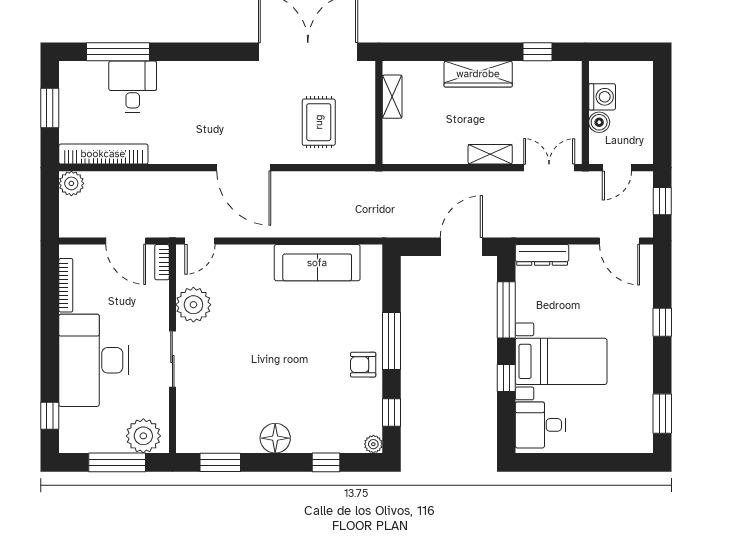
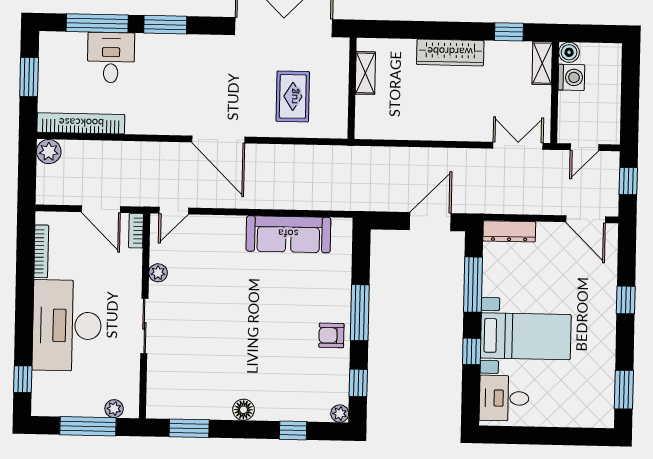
window: (187, 52) -> (165, 25), added
boiler: (599, 122) -> (569, 52), moved
shelving: (490, 154) -> (542, 63), moved, turned 90
plant: (193, 305) -> (158, 273), width x0.53, depth x0.53
plant: (143, 436) -> (114, 409), width x0.53, depth x0.53
floor lamp: (275, 438) -> (244, 410), width x0.73, depth x0.73

